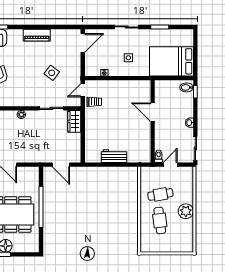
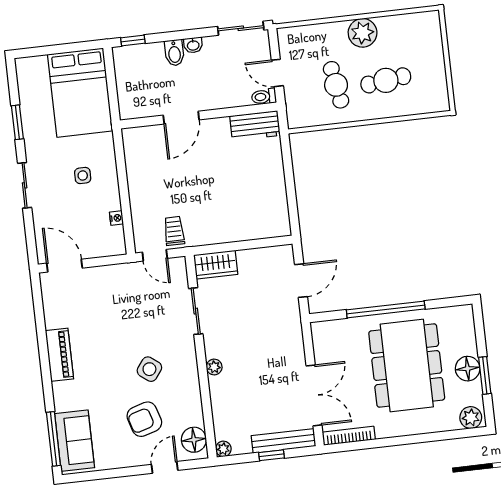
side table: (52, 73) -> (149, 369), moved
bidet: (187, 87) -> (174, 53), moved
workbench: (114, 156) -> (255, 126), moved, turned -90

